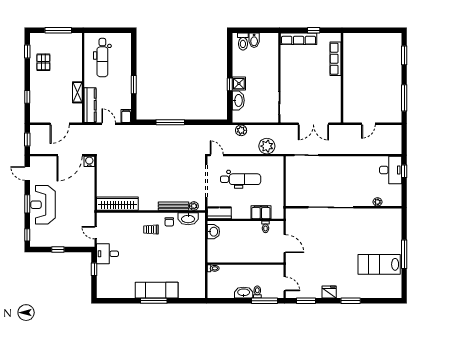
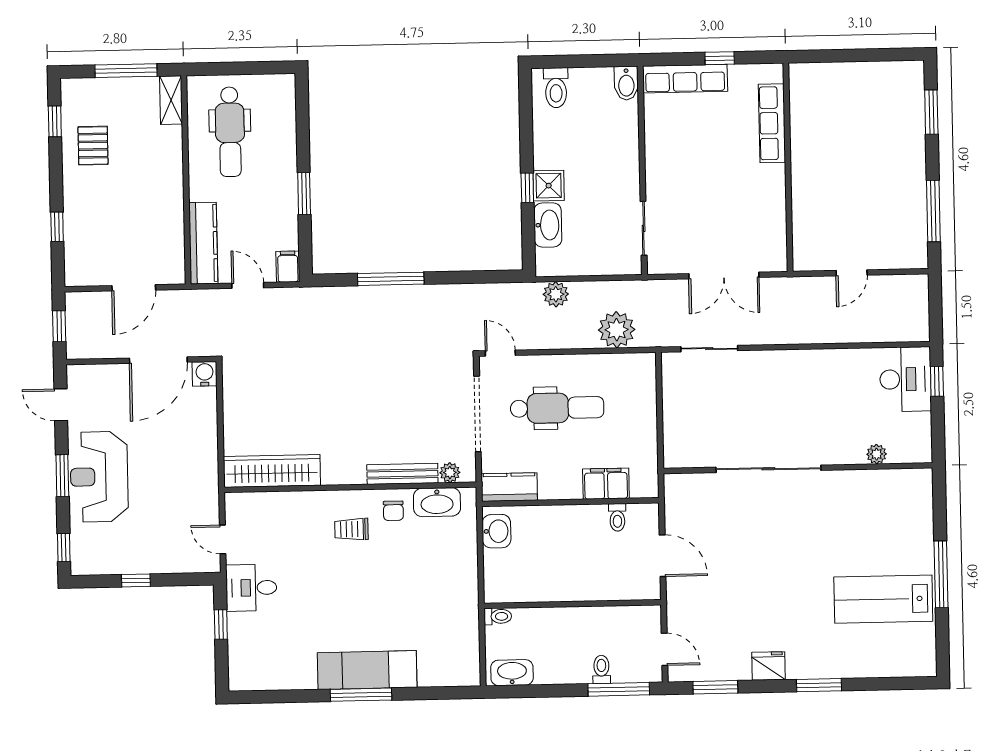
bidet: (254, 40) -> (626, 83), moved
shelving: (77, 92) -> (171, 100), moved
washbasin: (244, 293) -> (512, 673), moved

